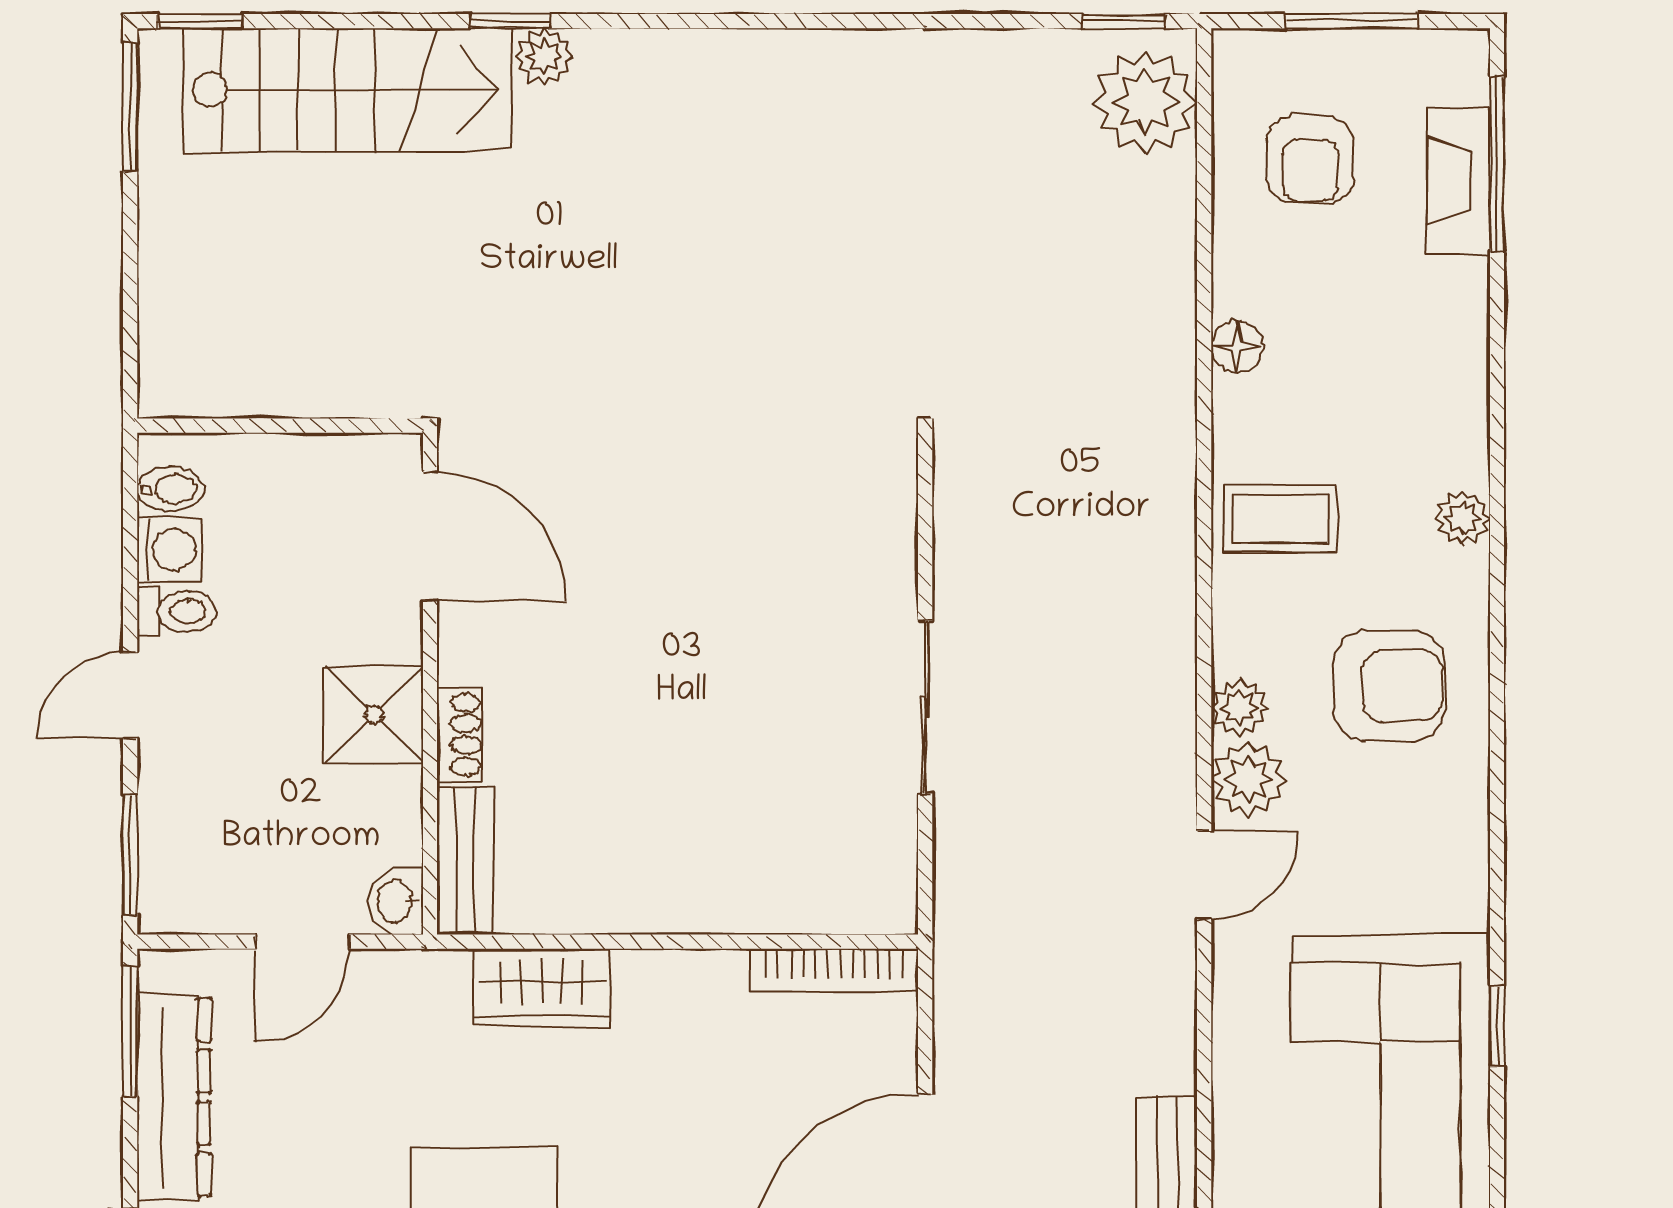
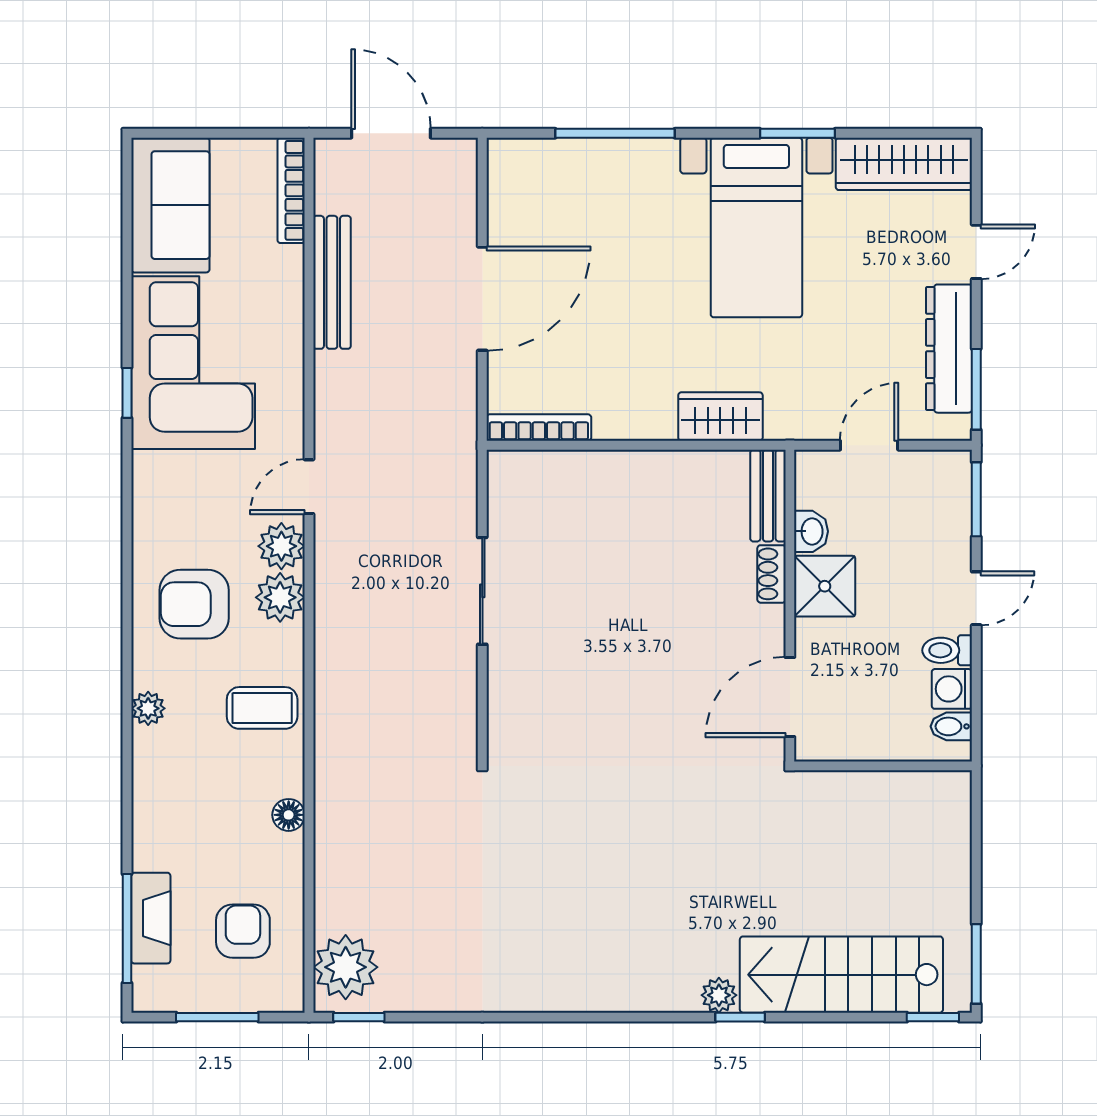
door: (430, 536) -> (790, 697), hinge flipped
plant: (1240, 708) -> (280, 597), width x1.38, depth x1.38
washbasin: (396, 901) -> (811, 531), moved

